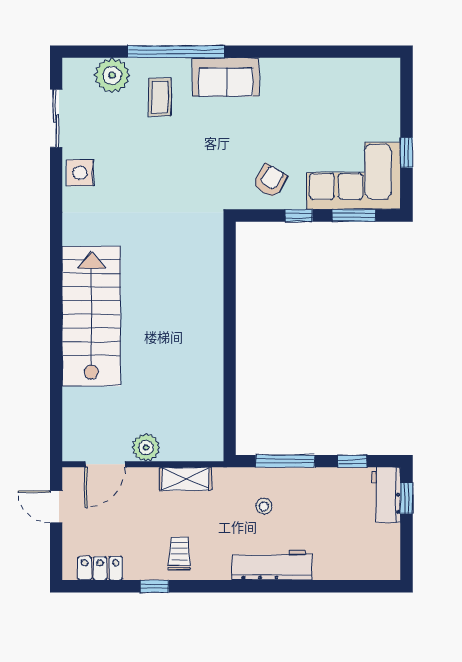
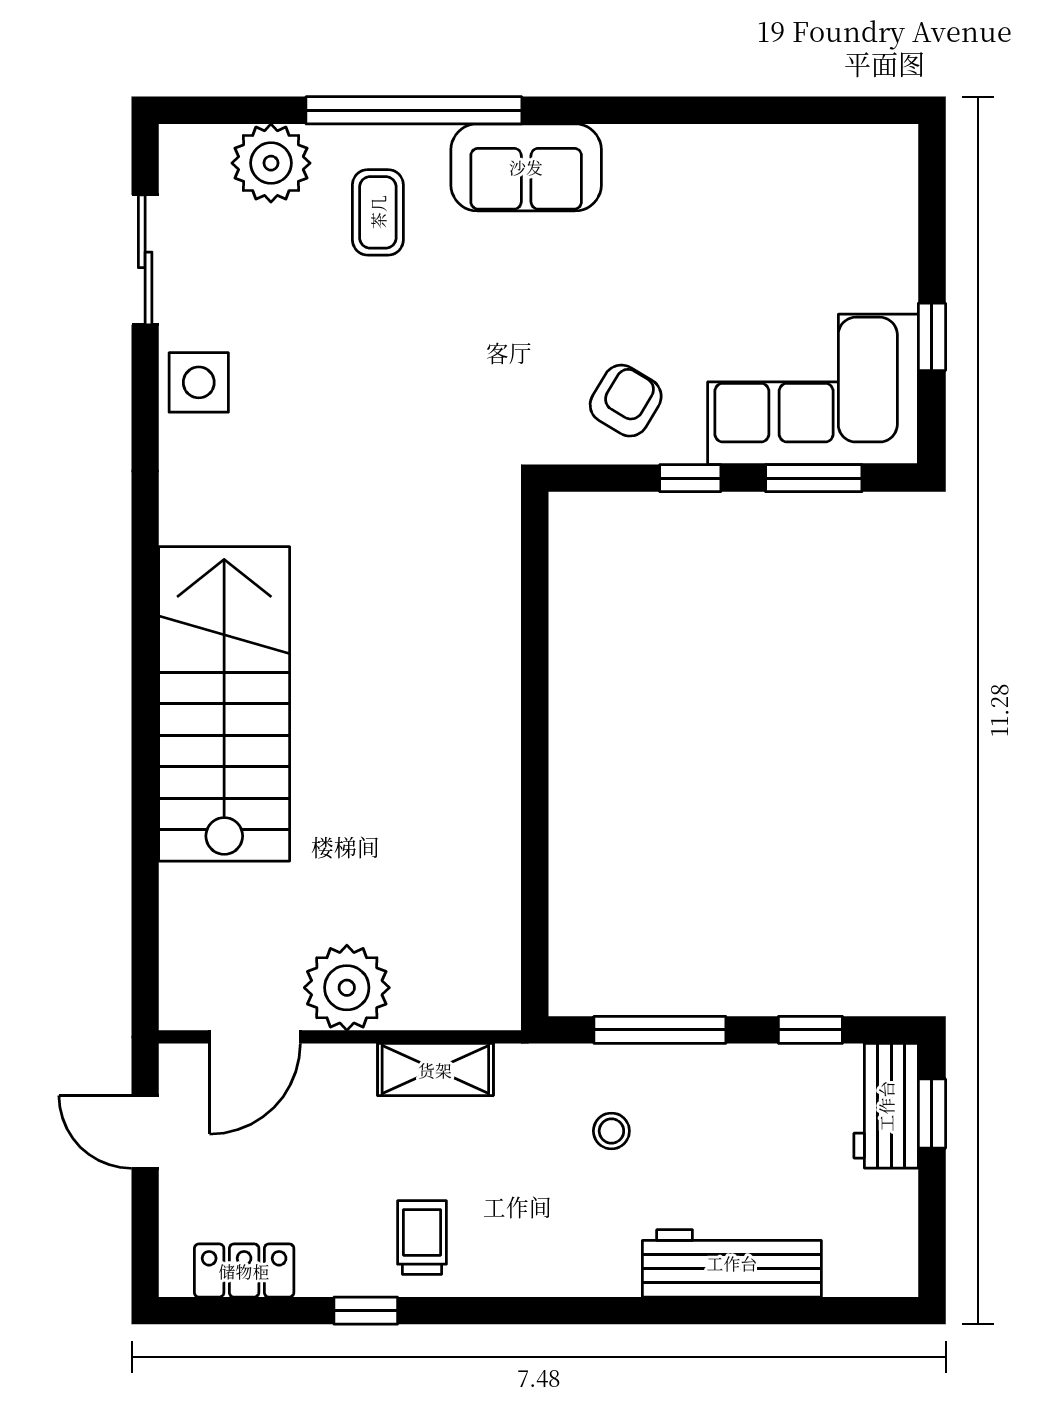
plant: (146, 447) -> (347, 988), width x1.36, depth x1.36
workbench: (272, 565) -> (732, 1263), moved

